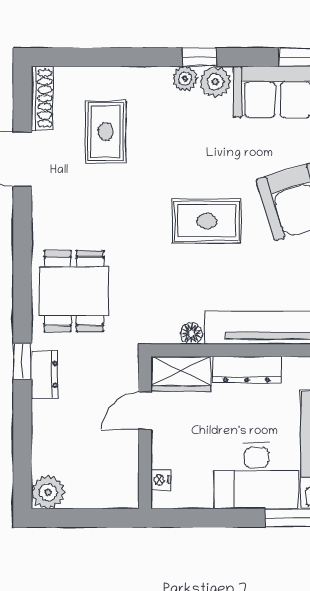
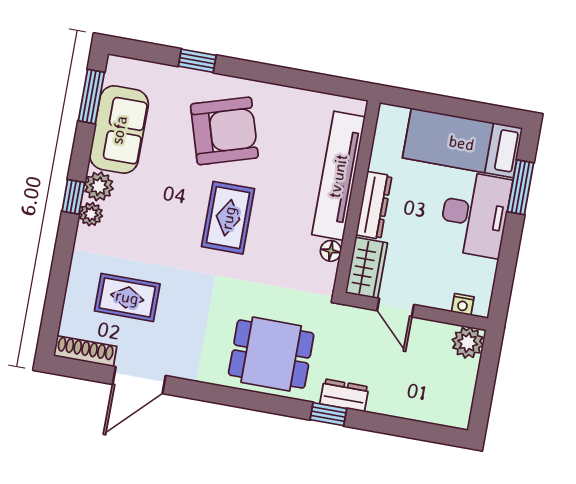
plant: (48, 492) -> (468, 343), moved

